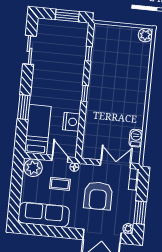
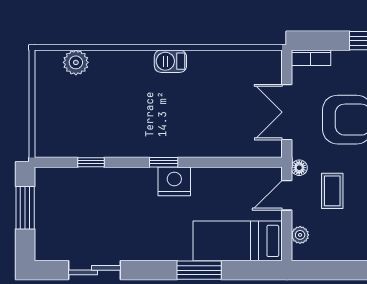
plant: (145, 35) -> (76, 62), moved
nightstand: (71, 122) -> (174, 181), moved
barbecue: (136, 138) -> (170, 61), moved
double door: (116, 164) -> (287, 112), moved
plant: (33, 168) -> (300, 235), width x0.53, depth x0.53

